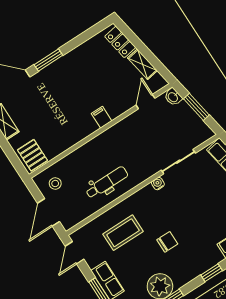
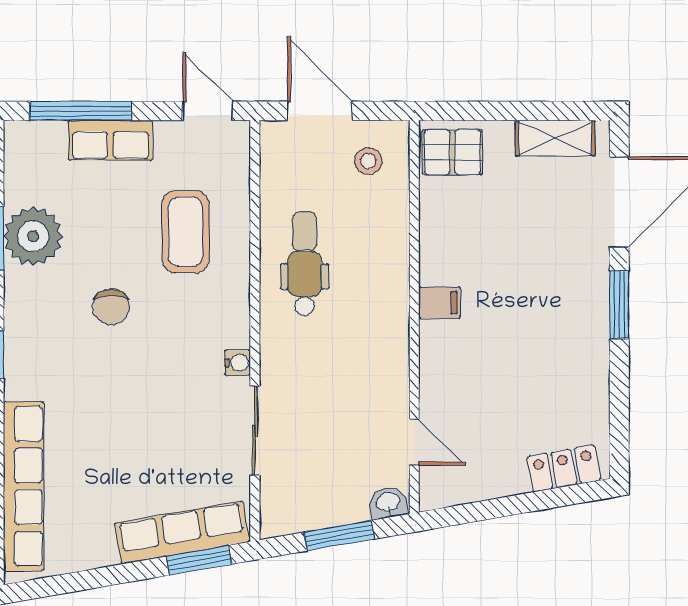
shelving: (142, 64) -> (491, 484), removed
filing cabinet: (102, 117) -> (440, 303), moved
dental chair: (107, 183) -> (304, 264), turned 180

